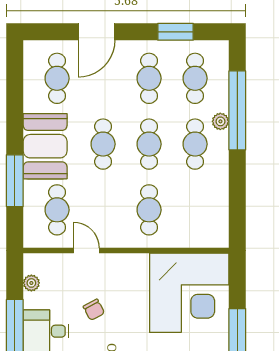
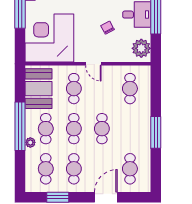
window: (237, 110) -> (20, 126), moved
booth: (45, 146) -> (39, 89), moved
window: (15, 181) -> (156, 132), moved
door: (86, 250) -> (93, 64), moved
plant: (31, 283) -> (141, 48), width x1.87, depth x1.87

